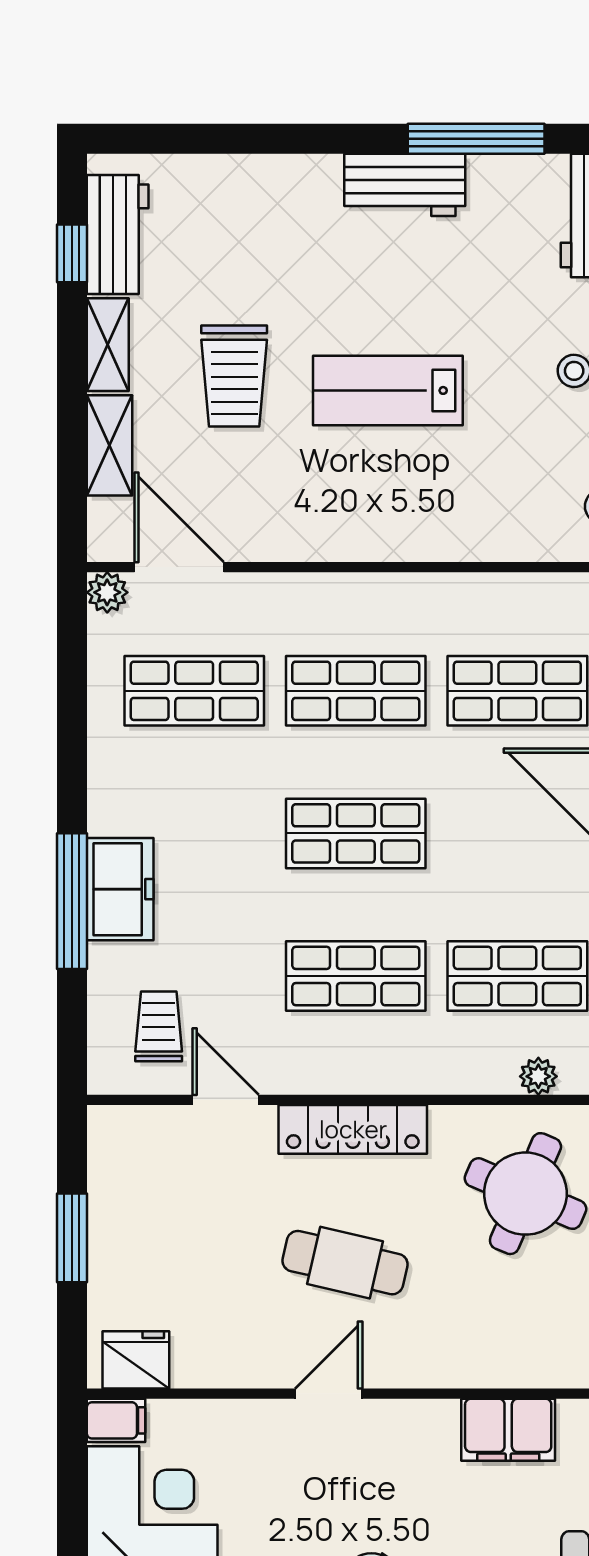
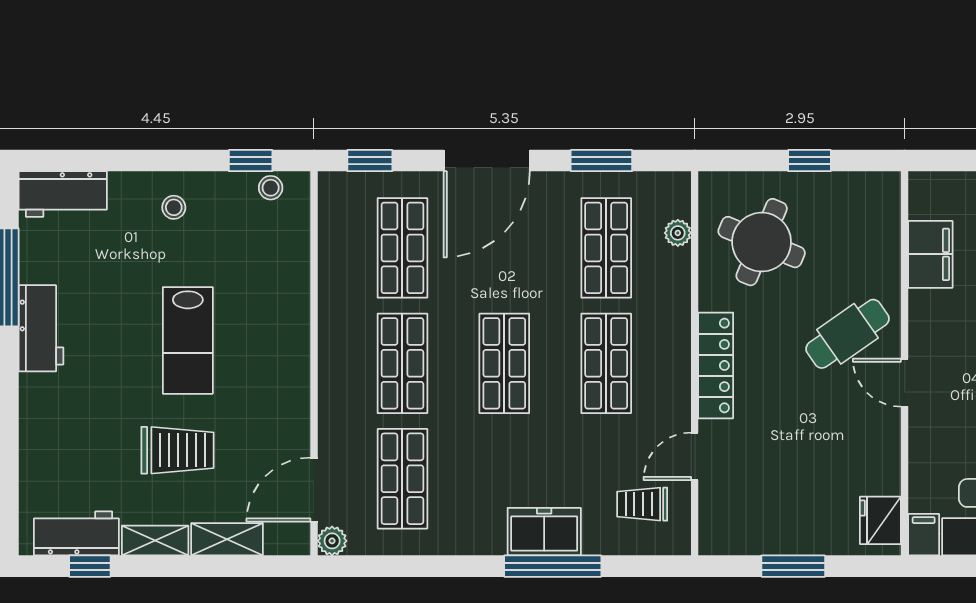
cafe table: (345, 1263) -> (848, 334), moved, turned 42

